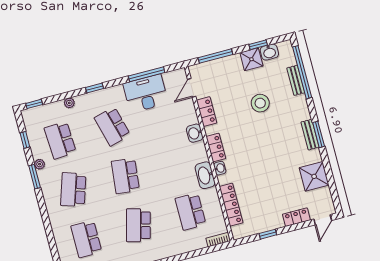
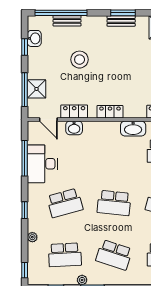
shower: (251, 59) -> (37, 89), moved
washbasin: (195, 133) -> (74, 128), moved
washbasin: (220, 168) -> (130, 113), removed

